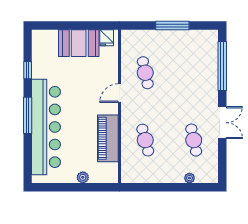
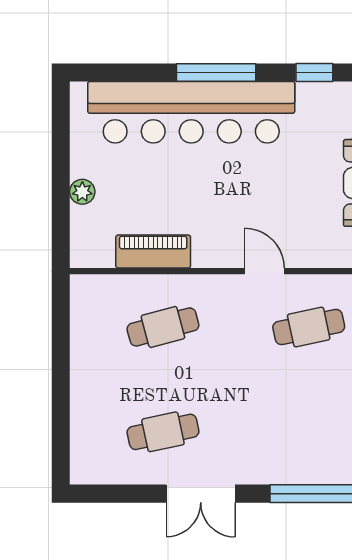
piano: (108, 138) -> (153, 252), width x0.73, depth x0.75
plant: (189, 178) -> (81, 423), removed

